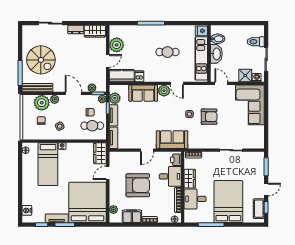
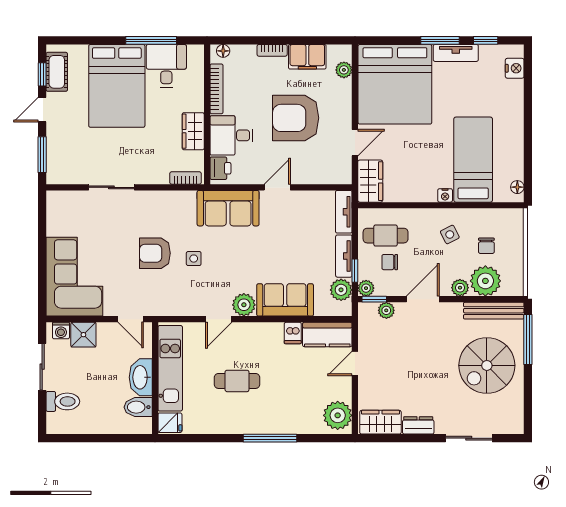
plant: (117, 45) -> (338, 415), moved
spiral stairs: (41, 60) -> (487, 365), turned -90
door: (177, 83) -> (219, 319), swing flipped
door: (73, 93) -> (423, 299), swing flipped
desk: (195, 199) -> (166, 66), moved, turned -90

